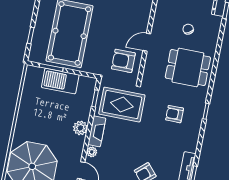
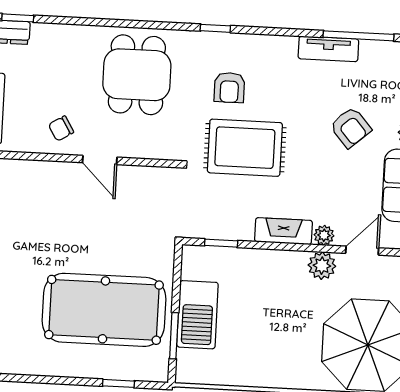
chair: (188, 29) -> (61, 128), moved
armchair: (123, 61) -> (142, 200), removed
rug: (122, 105) -> (245, 148), moved, turned 90
plant: (80, 128) -> (322, 266), moved

